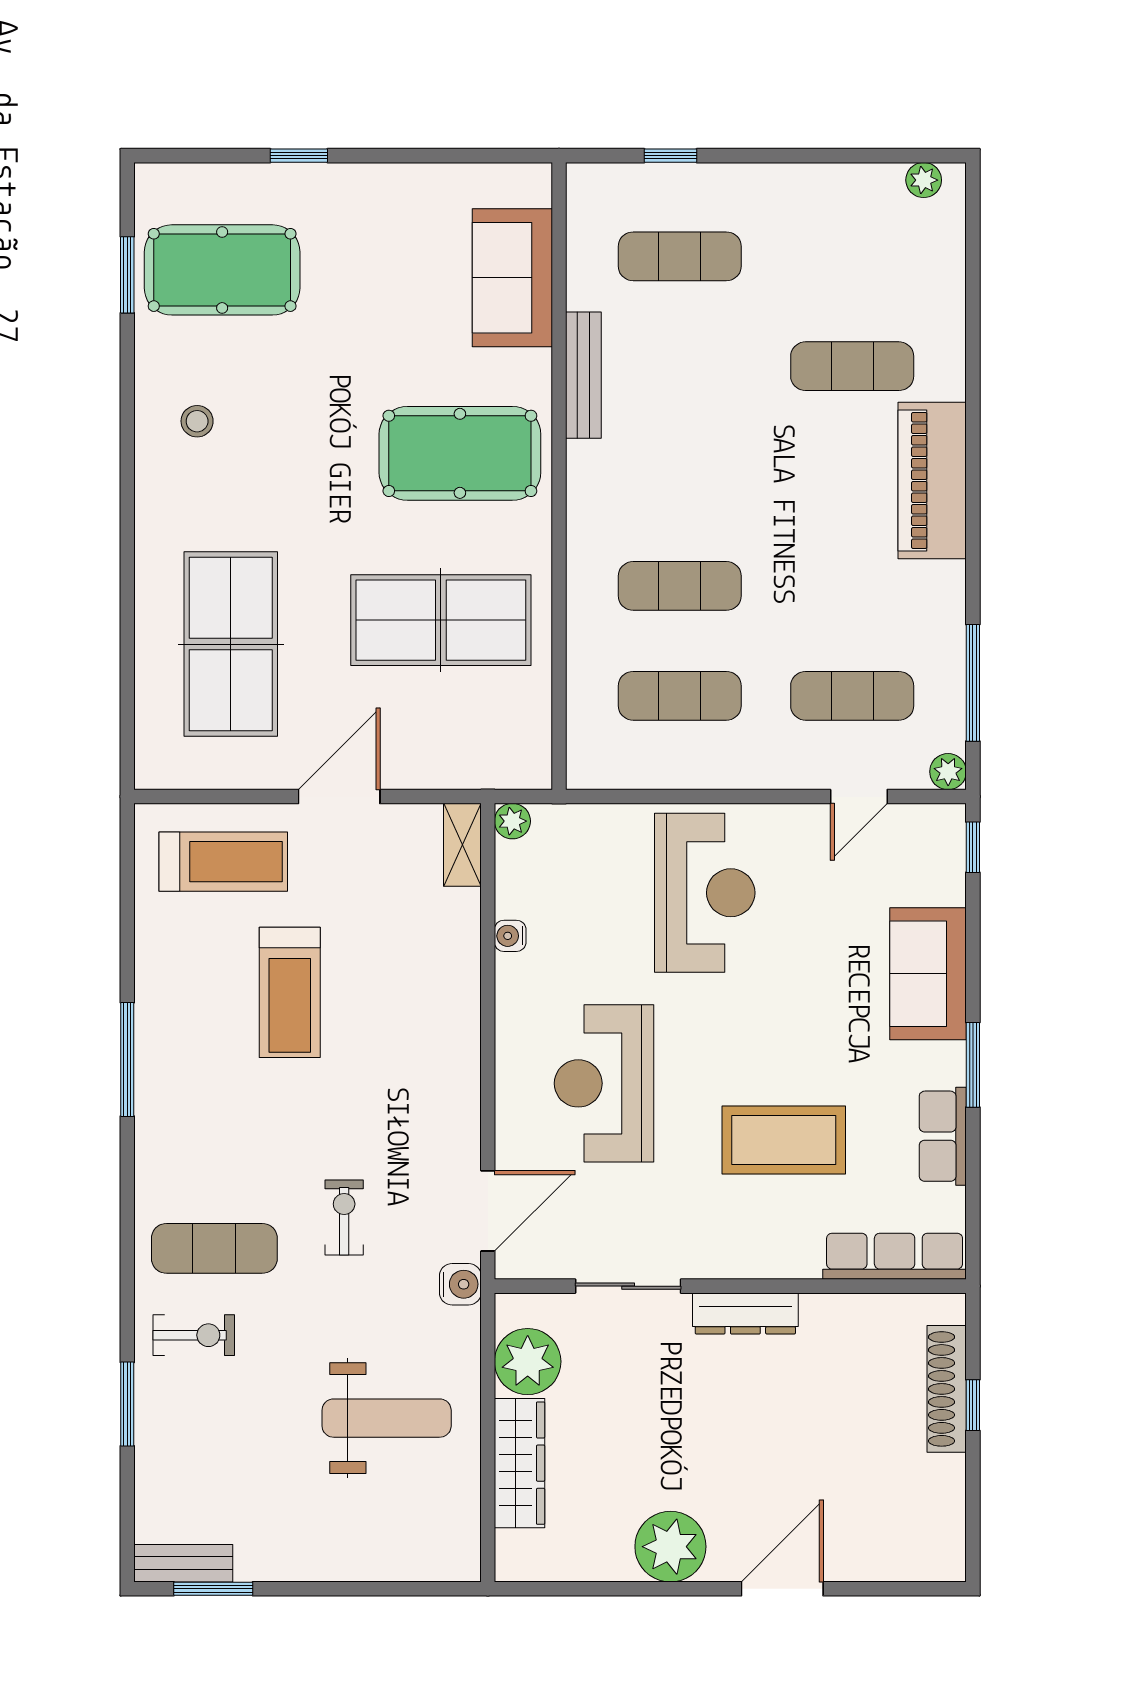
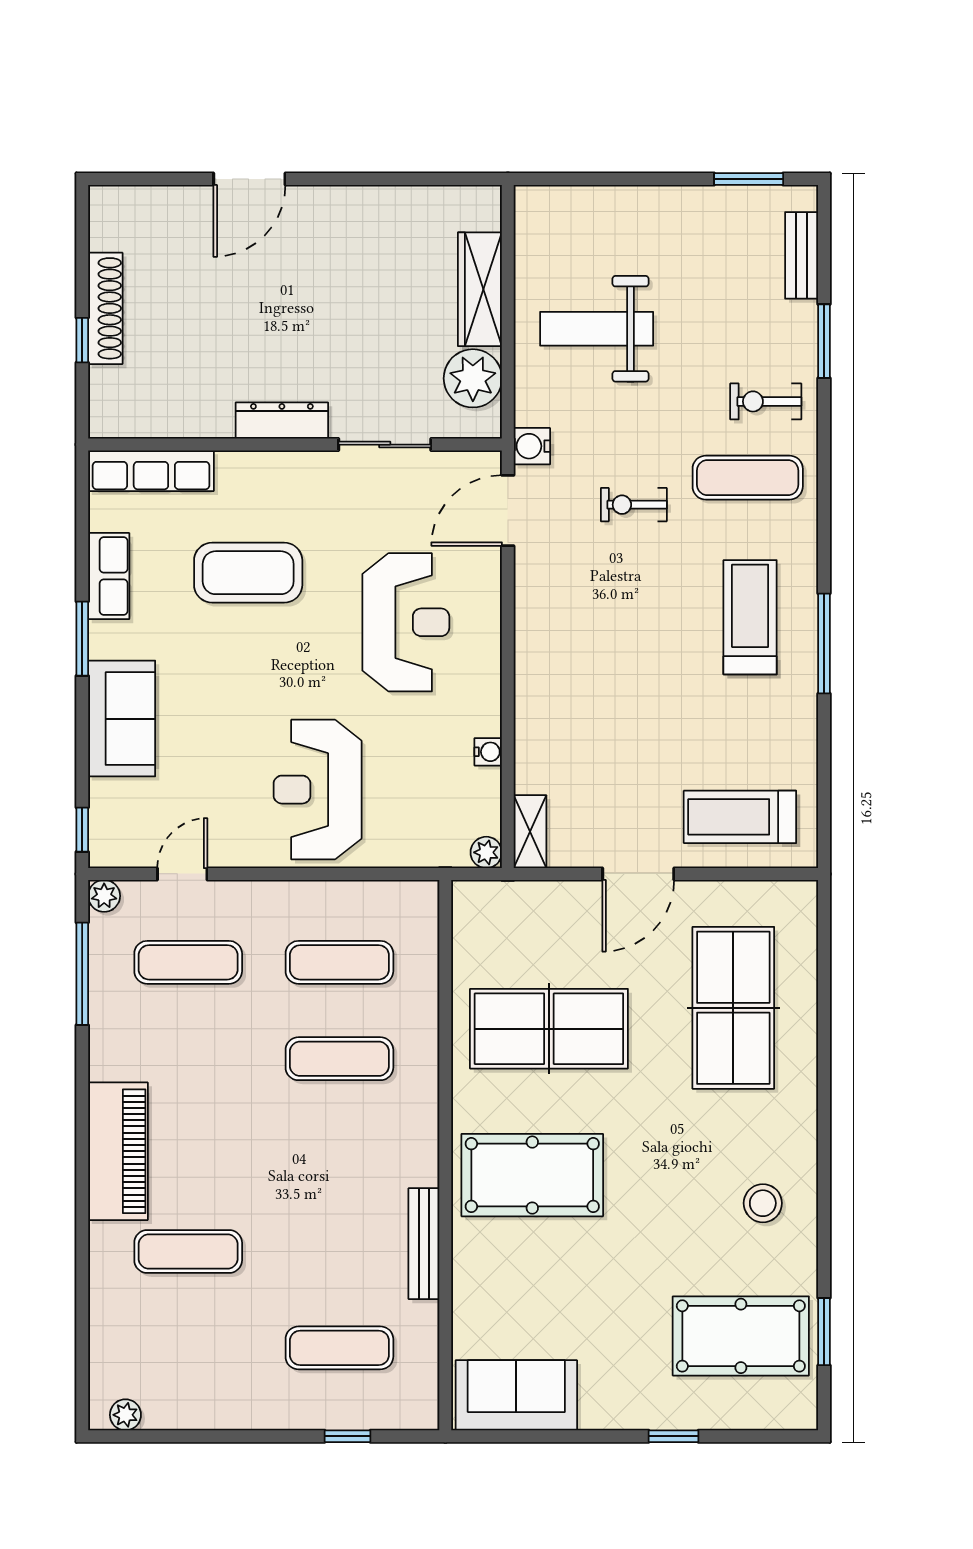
sofa: (512, 278) -> (516, 1395), moved, turned -90
stool: (197, 421) -> (763, 1203), width x1.37, depth x1.37
treadmill: (290, 992) -> (750, 617), moved
exercise bike: (344, 1218) -> (634, 505), turned 90
shoe rack: (947, 1389) -> (105, 308), moved
plant: (670, 1547) -> (348, 216), removed
bench: (183, 1563) -> (802, 255), moved, turned 90

